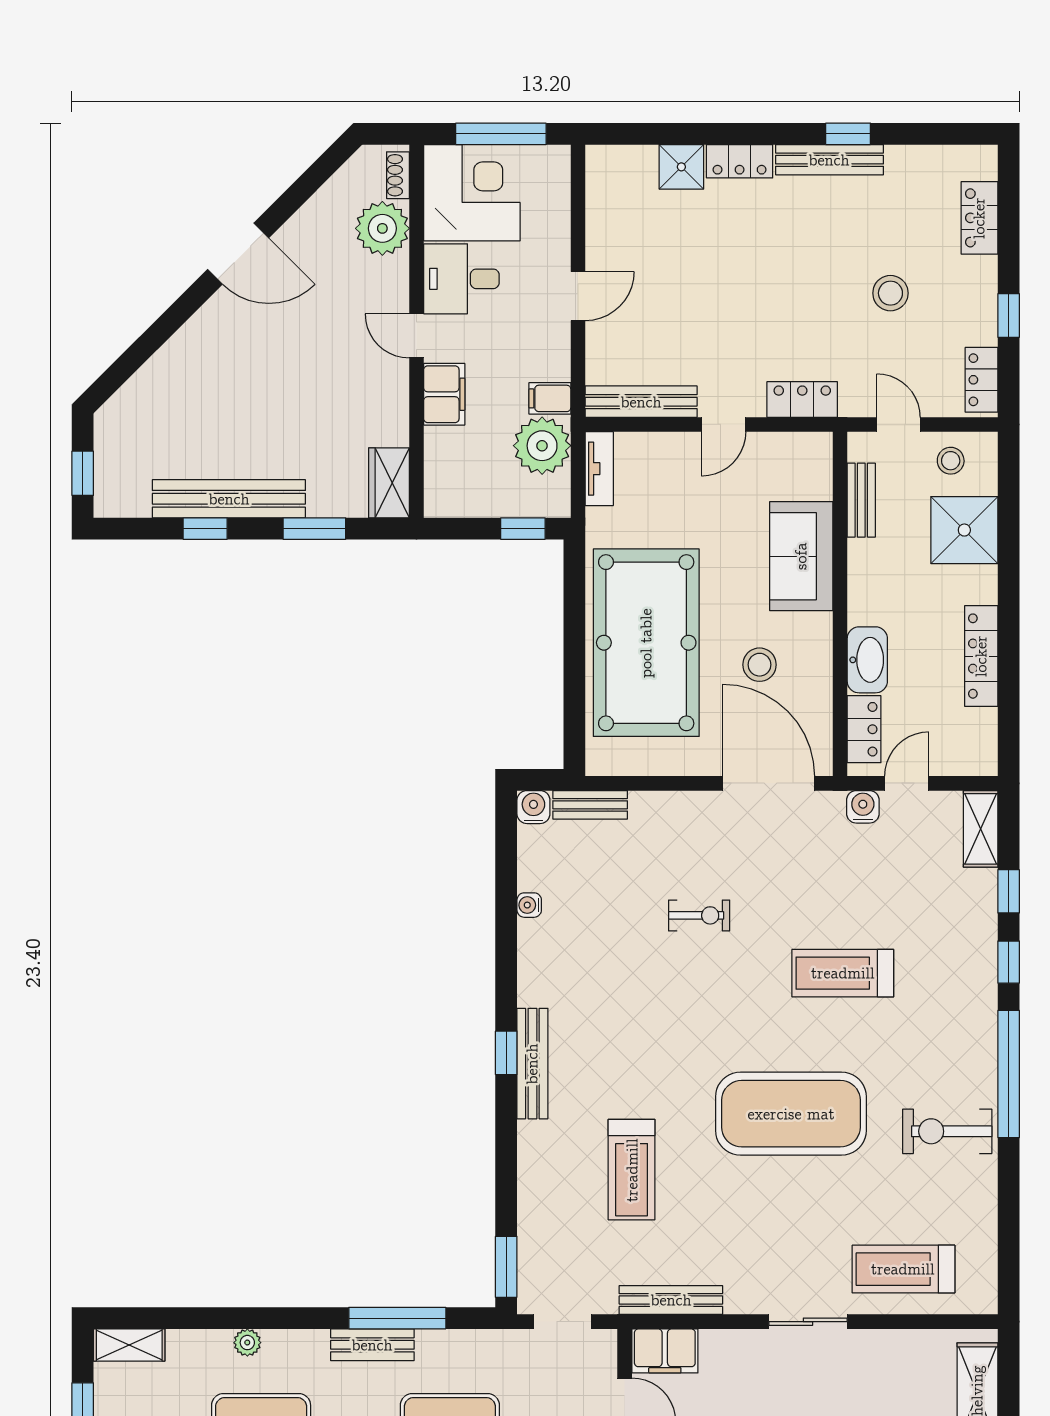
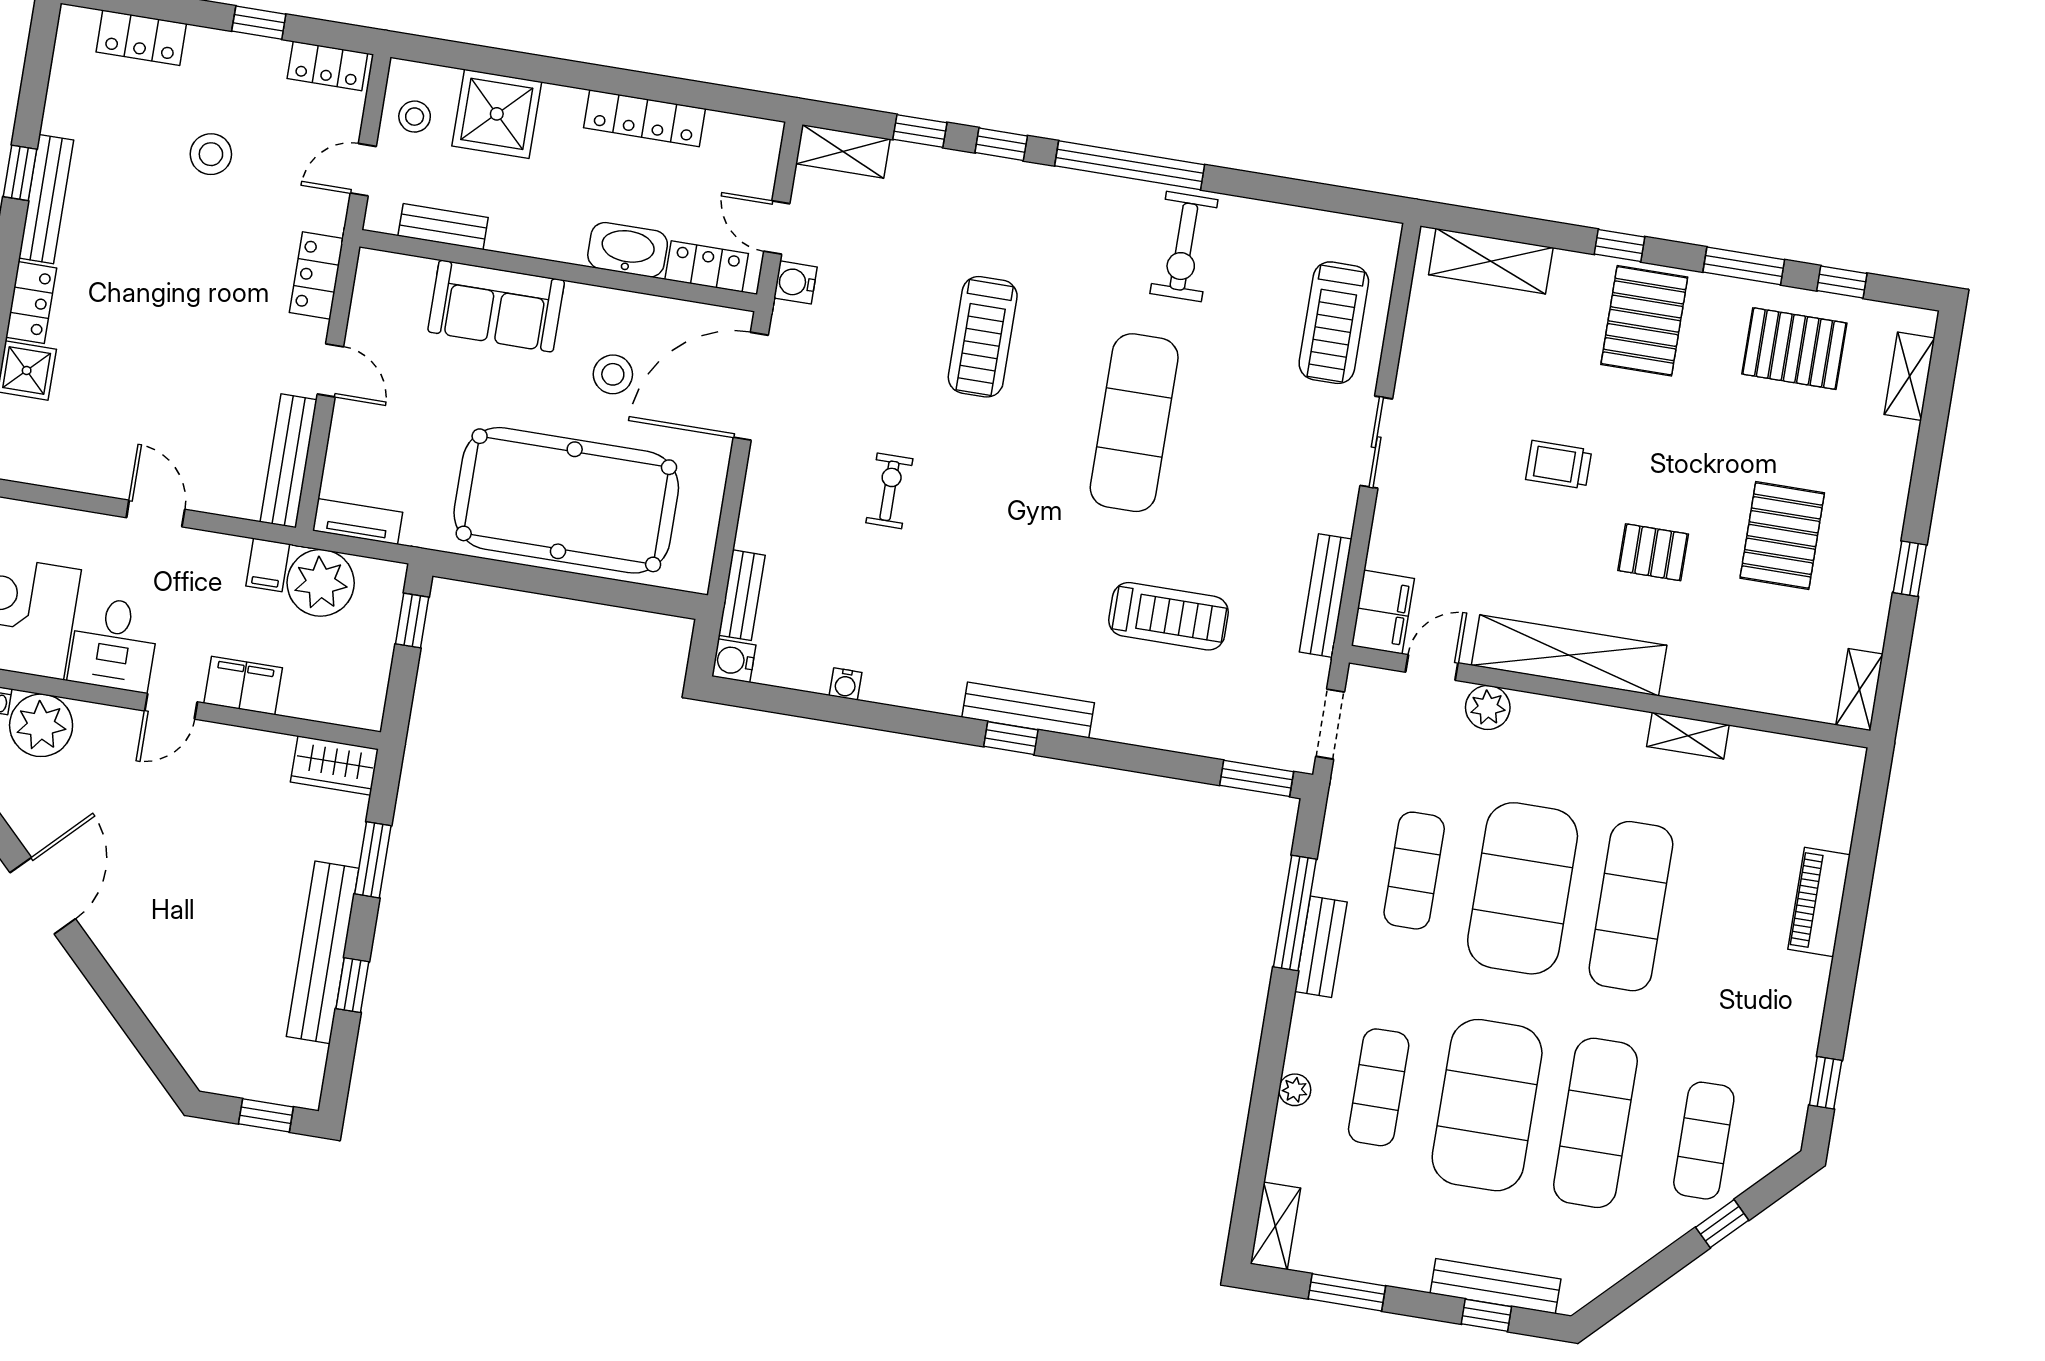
exercise mat: (791, 1114) -> (1134, 423), width x0.68

